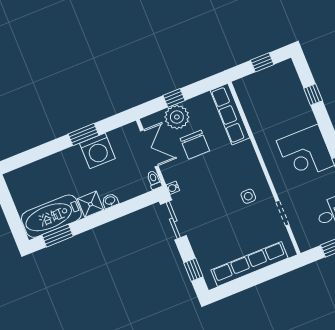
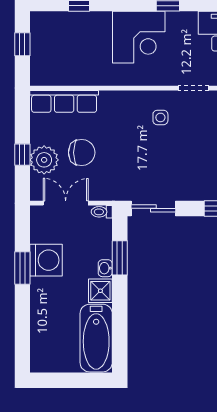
water cooler: (173, 188) -> (119, 195), removed
window: (57, 236) -> (120, 258), moved

